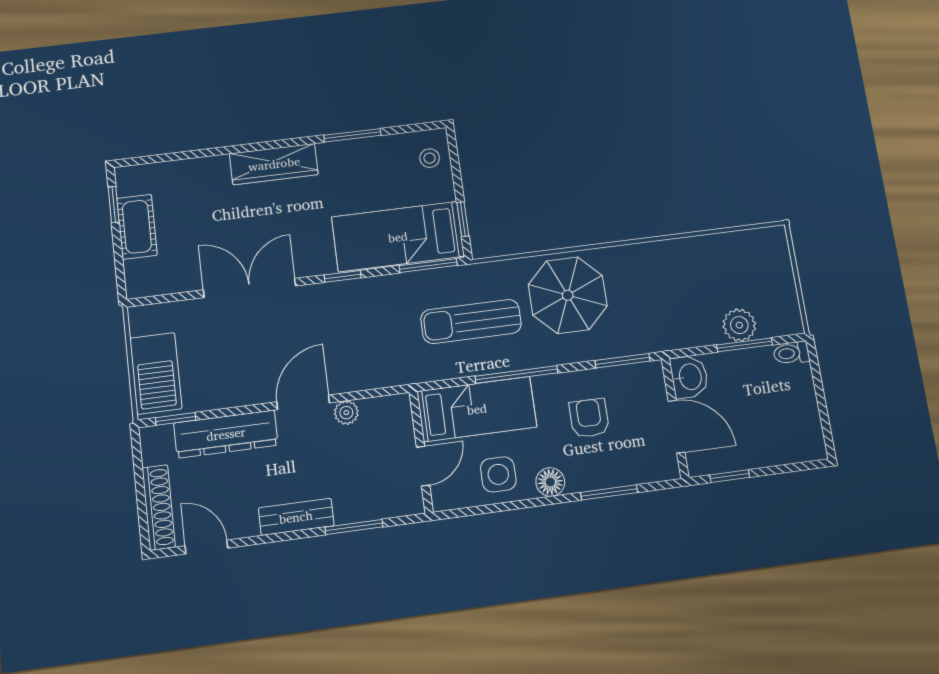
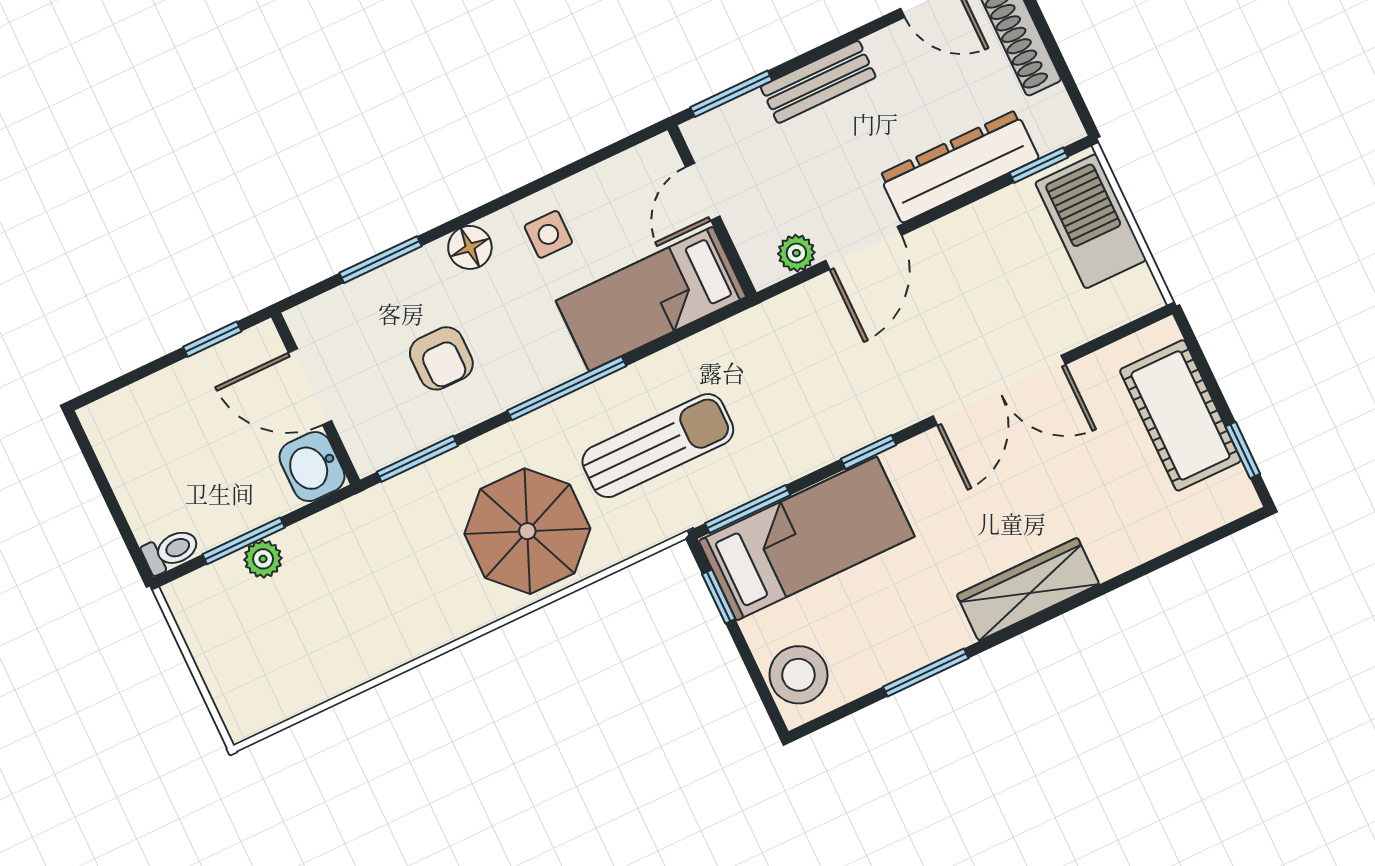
stool: (430, 158) -> (798, 675), width x1.89, depth x1.89
cot: (137, 227) -> (1180, 415), width x1.37, depth x1.34
plant: (739, 325) -> (263, 559), width x0.73, depth x0.73
bed: (477, 409) -> (651, 299), moved
wall: (421, 452) -> (712, 211), moved
door: (423, 466) -> (703, 192), moved
side table: (498, 474) -> (548, 234), width x0.73, depth x0.73

